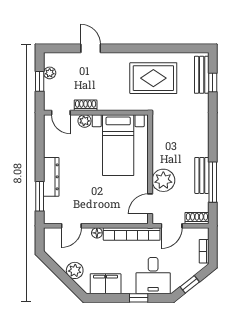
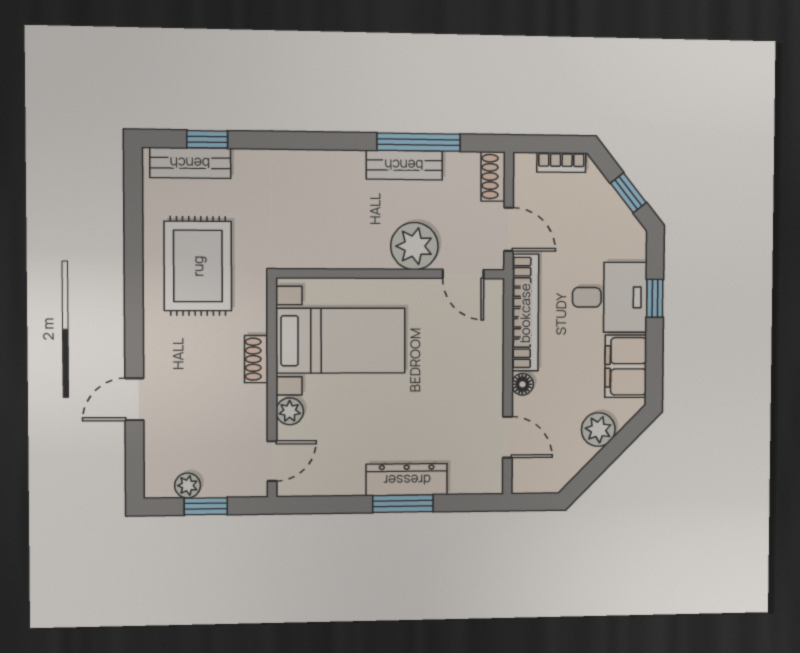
shoe rack: (86, 105) -> (256, 359), moved
window: (40, 196) -> (403, 504), moved
desk: (153, 276) -> (610, 297), moved

